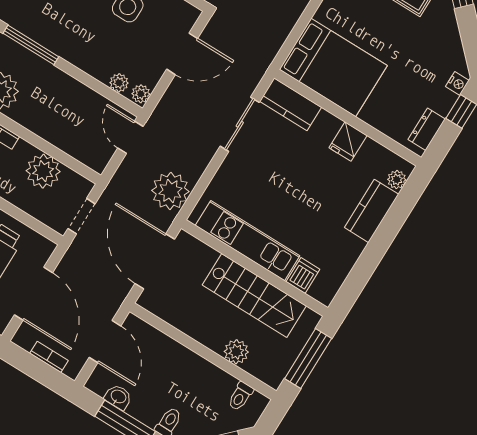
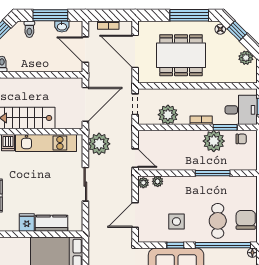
kitchen counter: (291, 104) -> (51, 223), moved
sliding door: (240, 124) -> (85, 184), moved
door: (155, 261) -> (85, 104), hinge flipped
plant: (236, 352) -> (18, 85), removed

